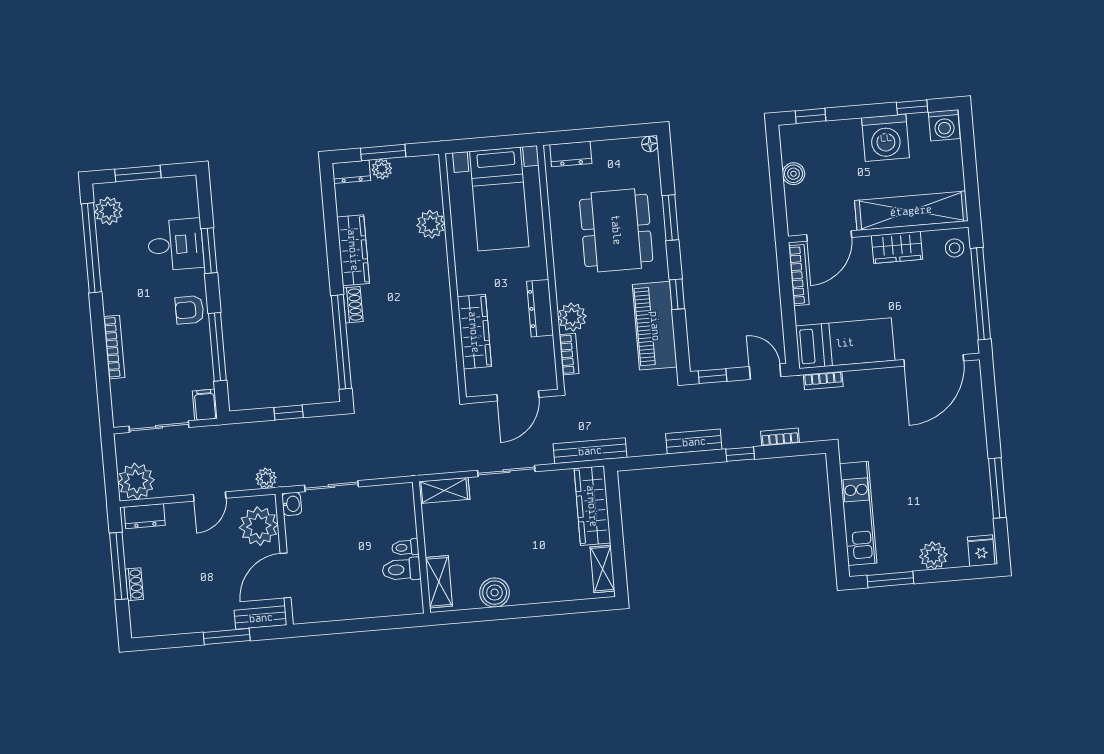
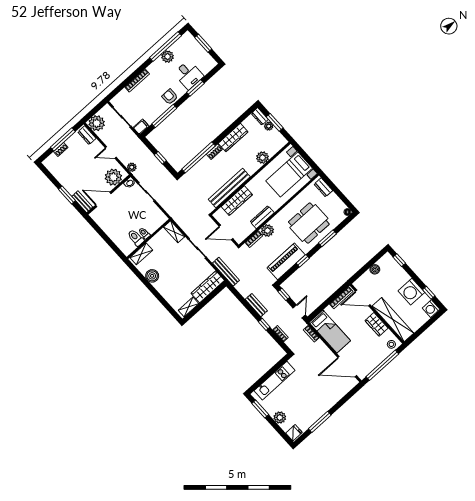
plant: (109, 211) -> (168, 57), moved
bench: (441, 328) -> (229, 188), added

